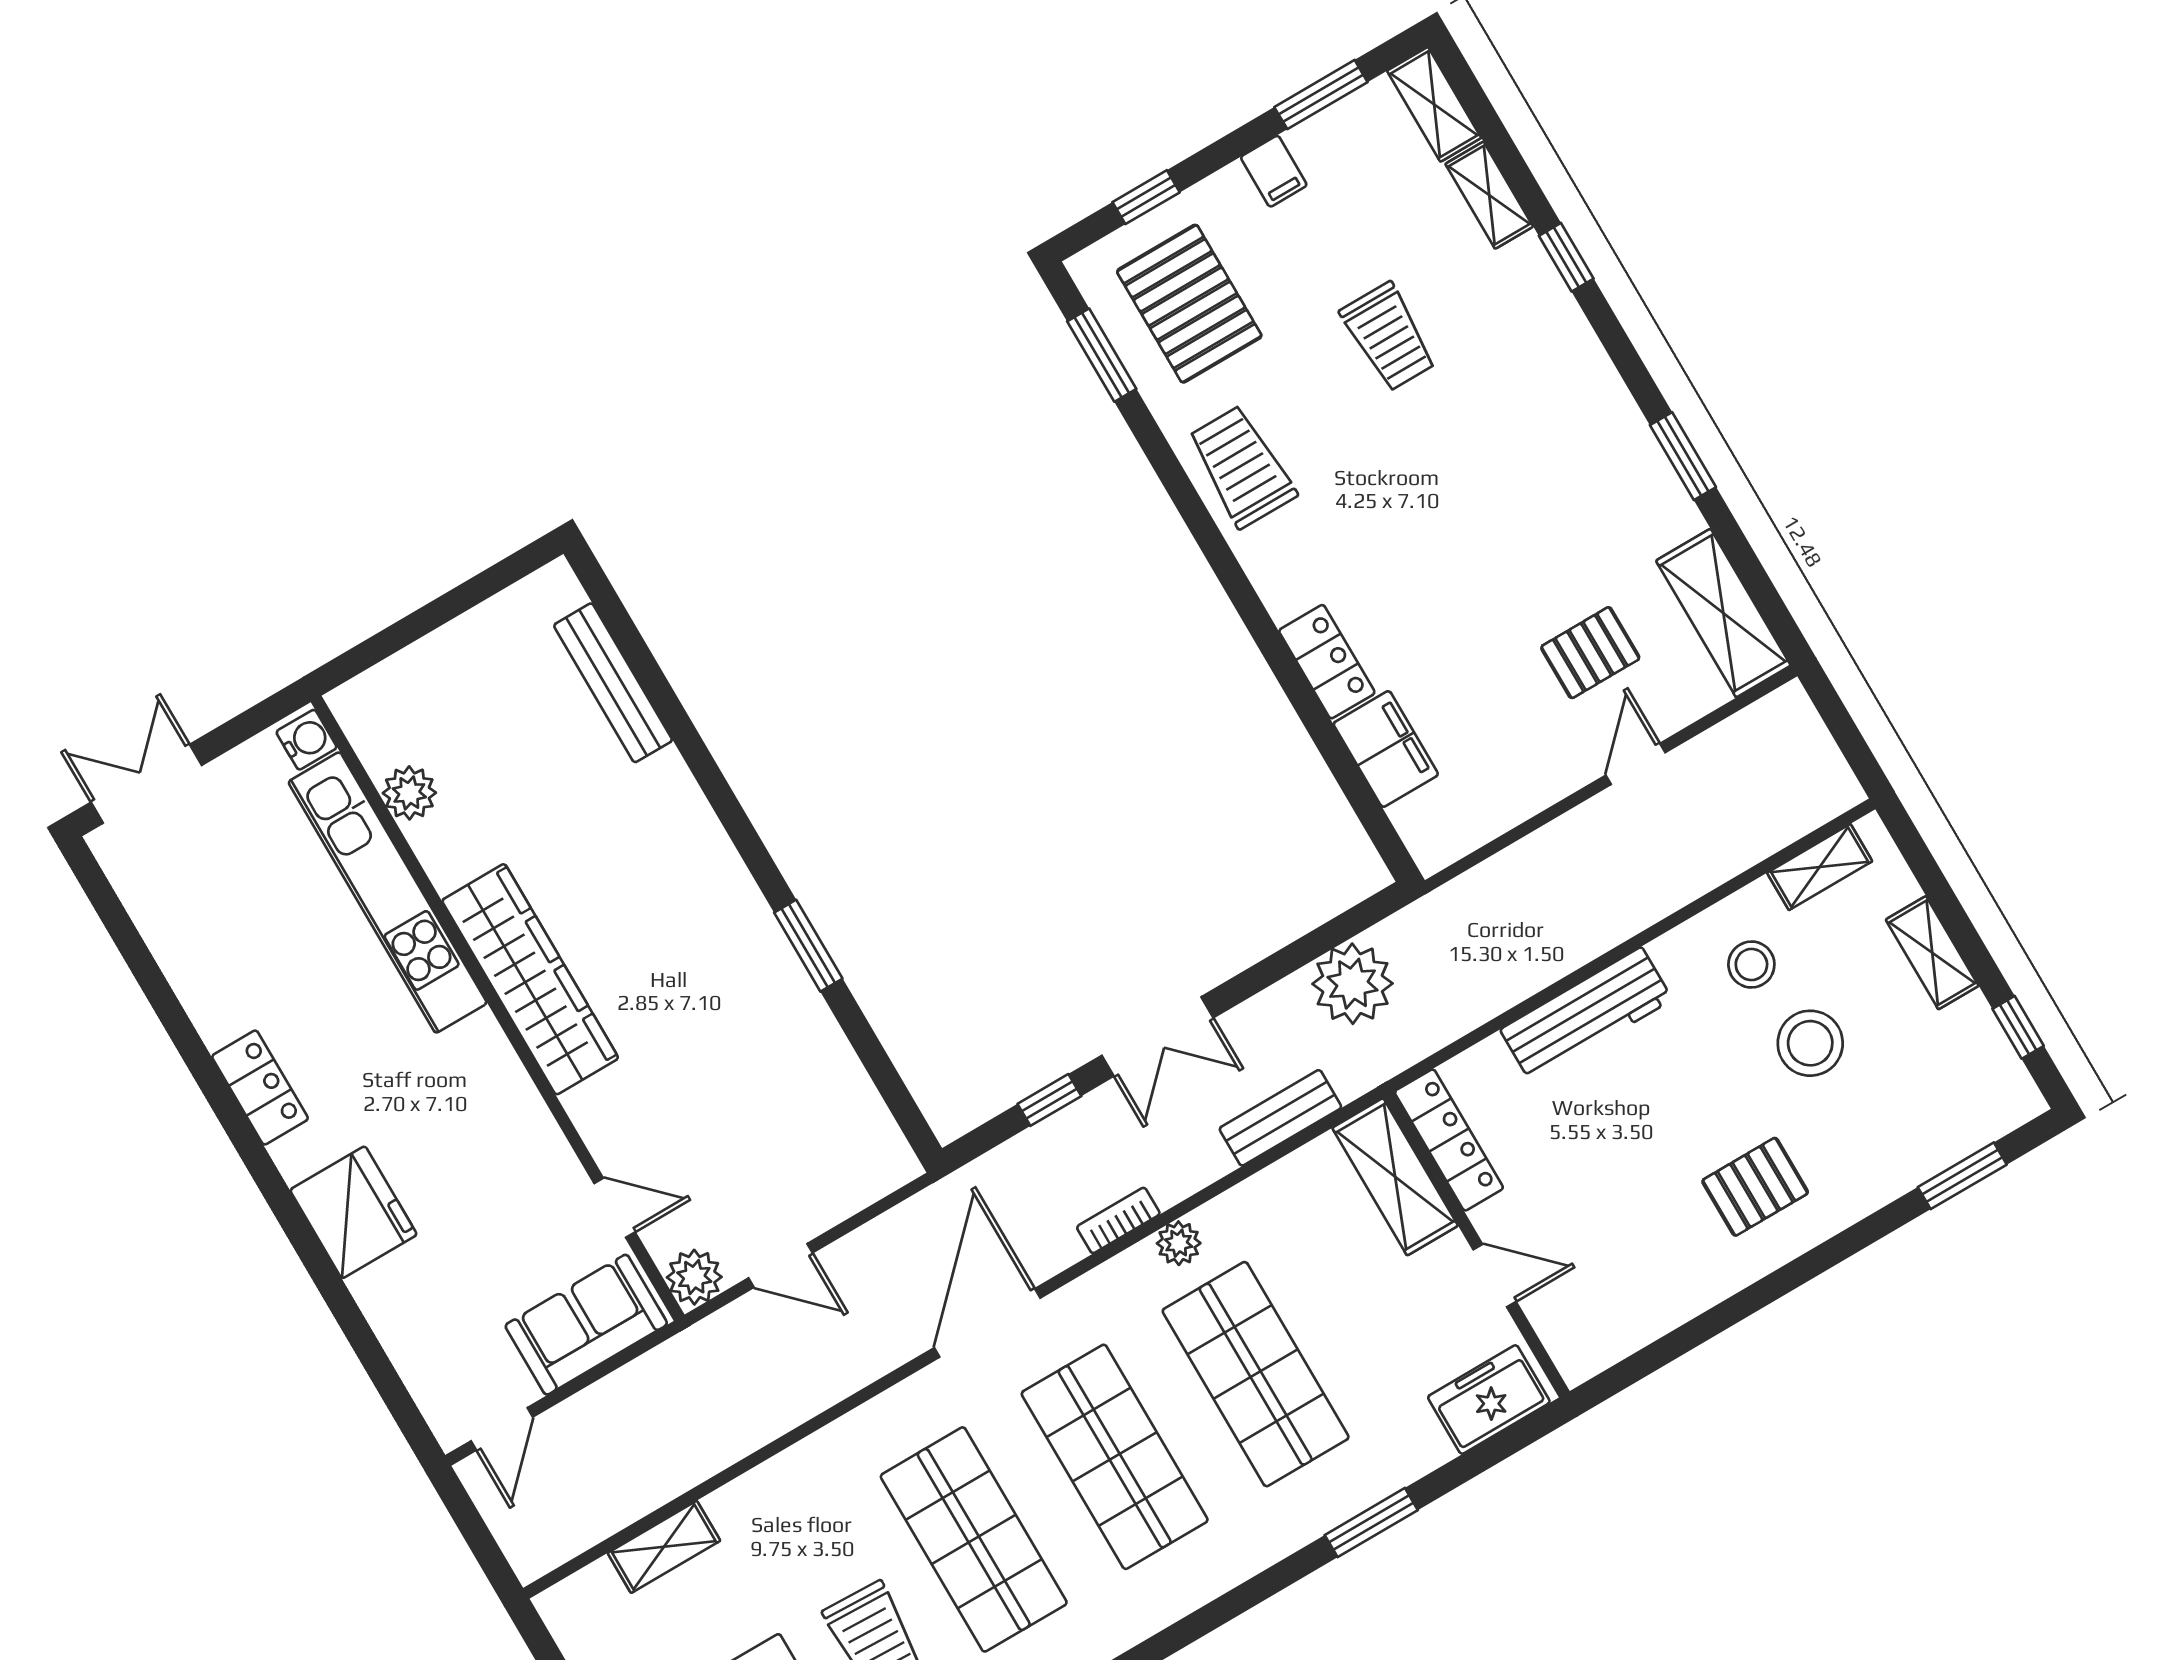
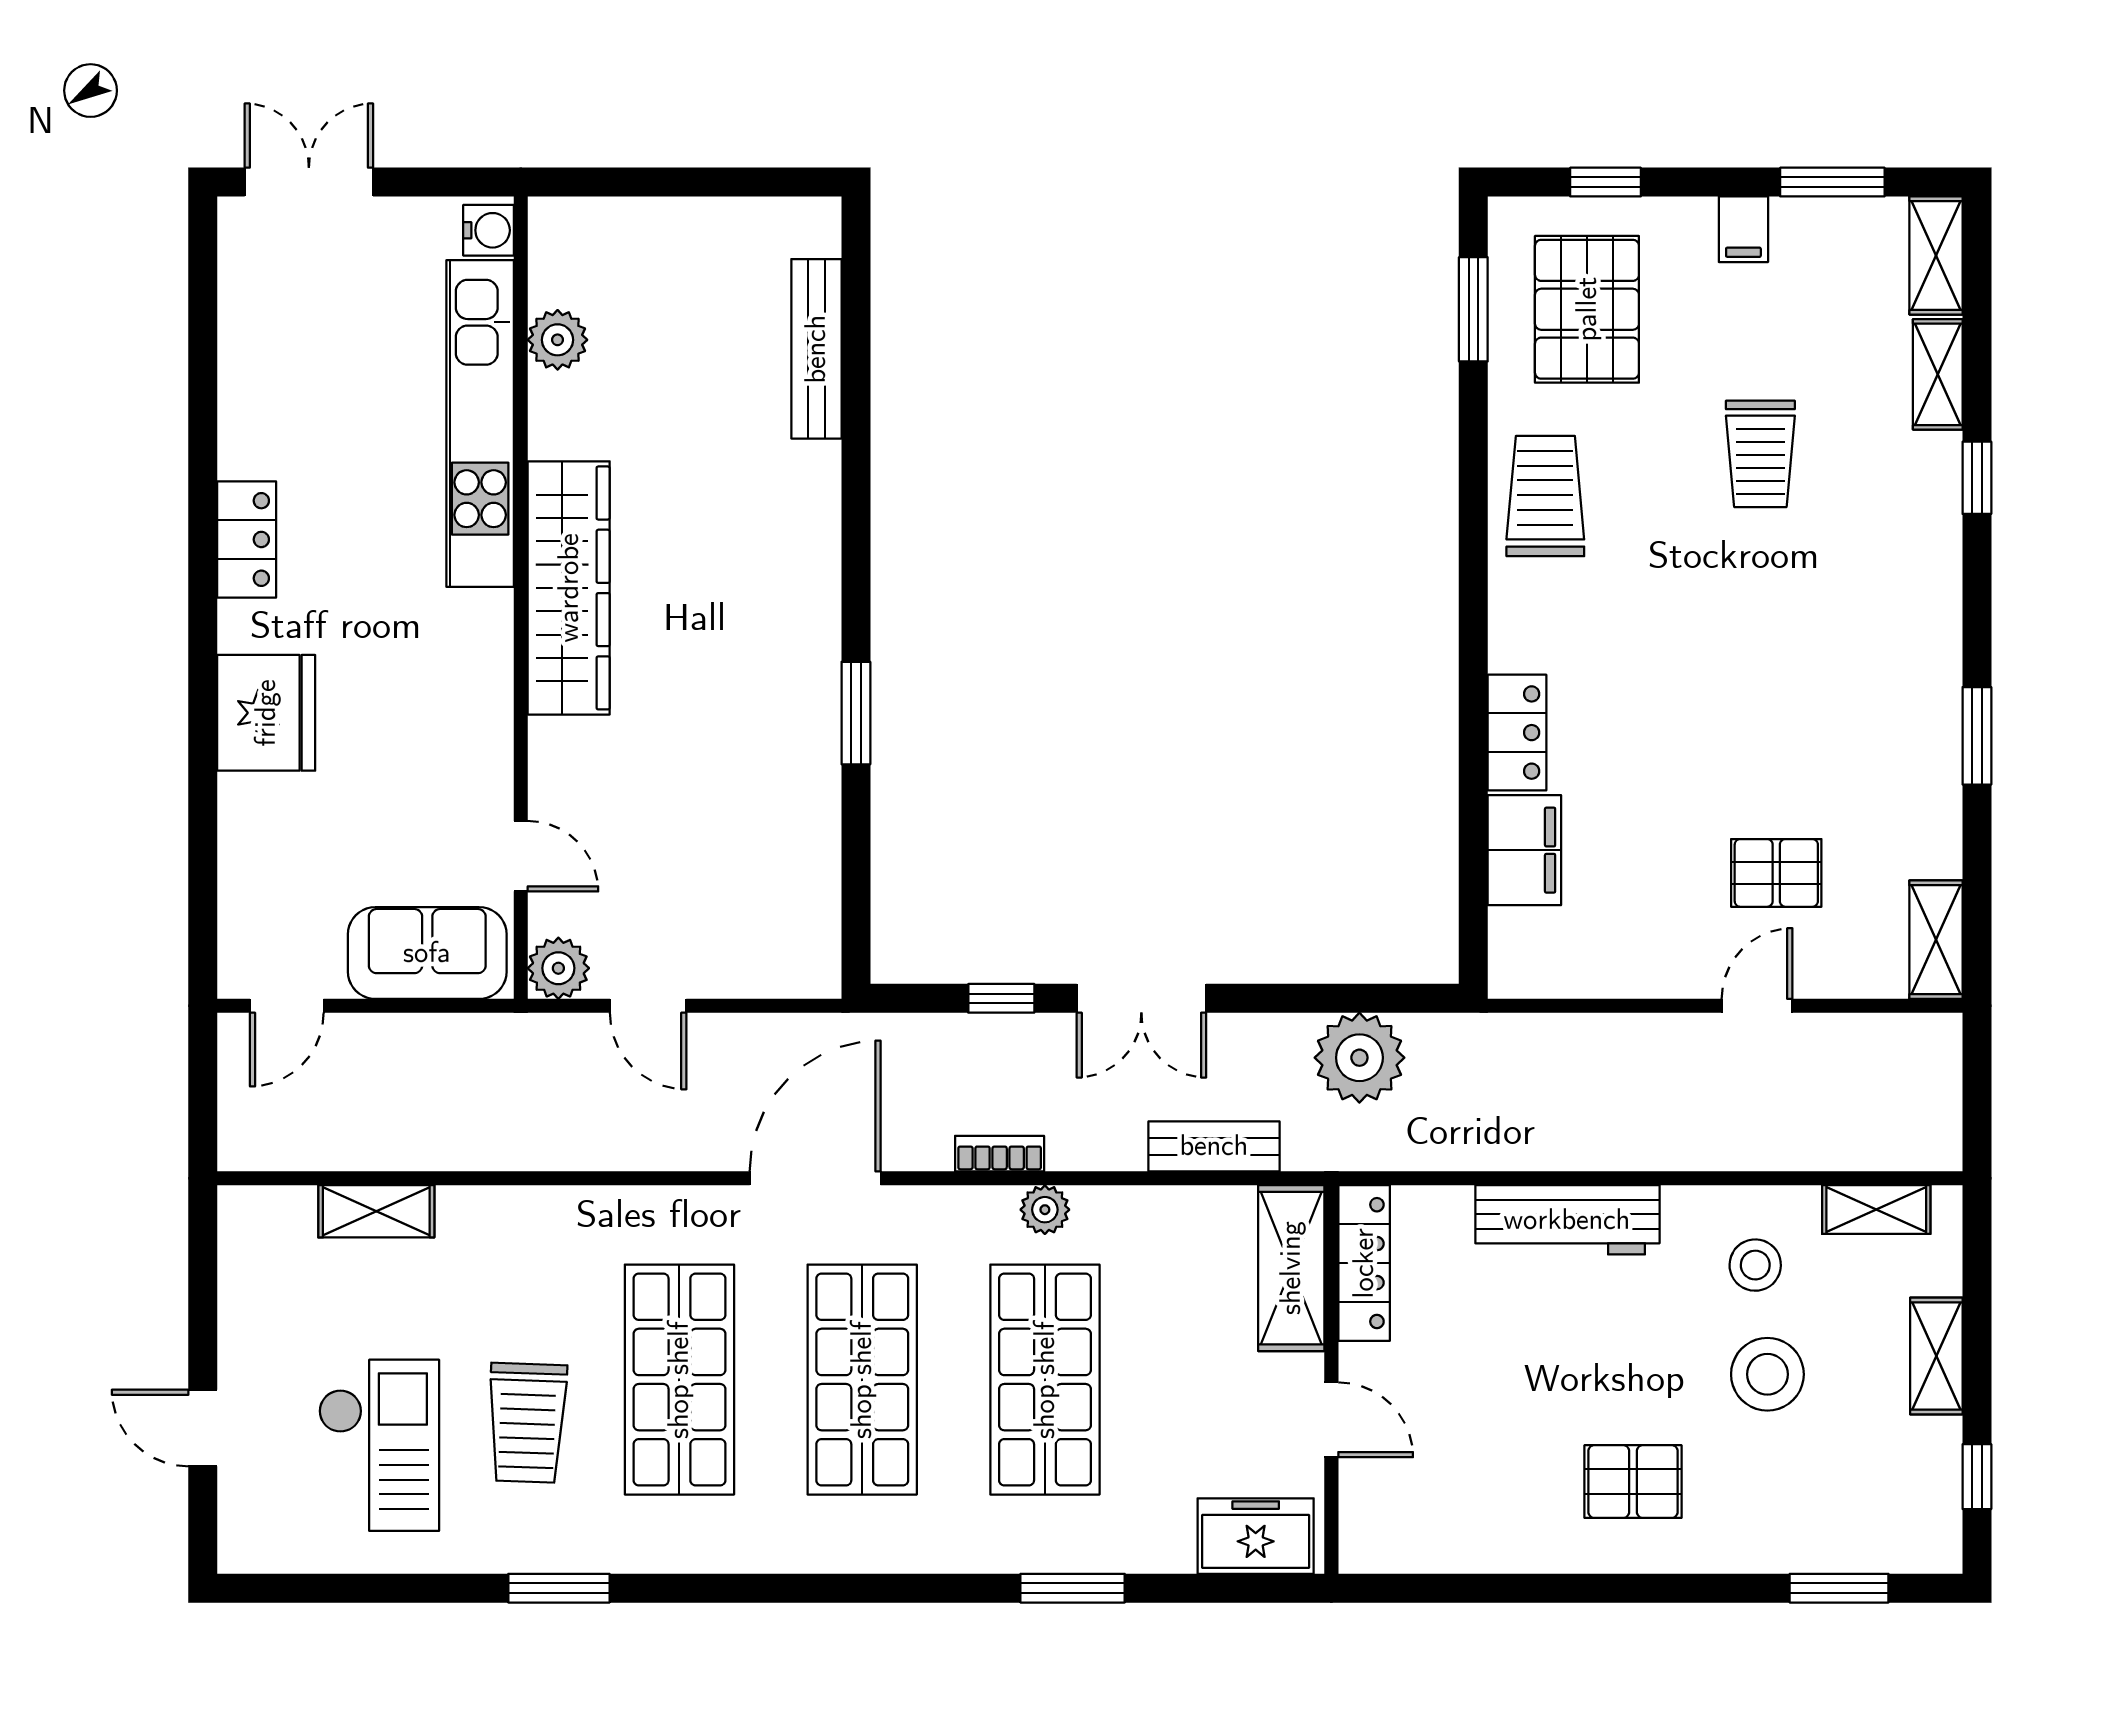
shelving: (1723, 613) -> (1936, 940), width x0.67, depth x0.75

